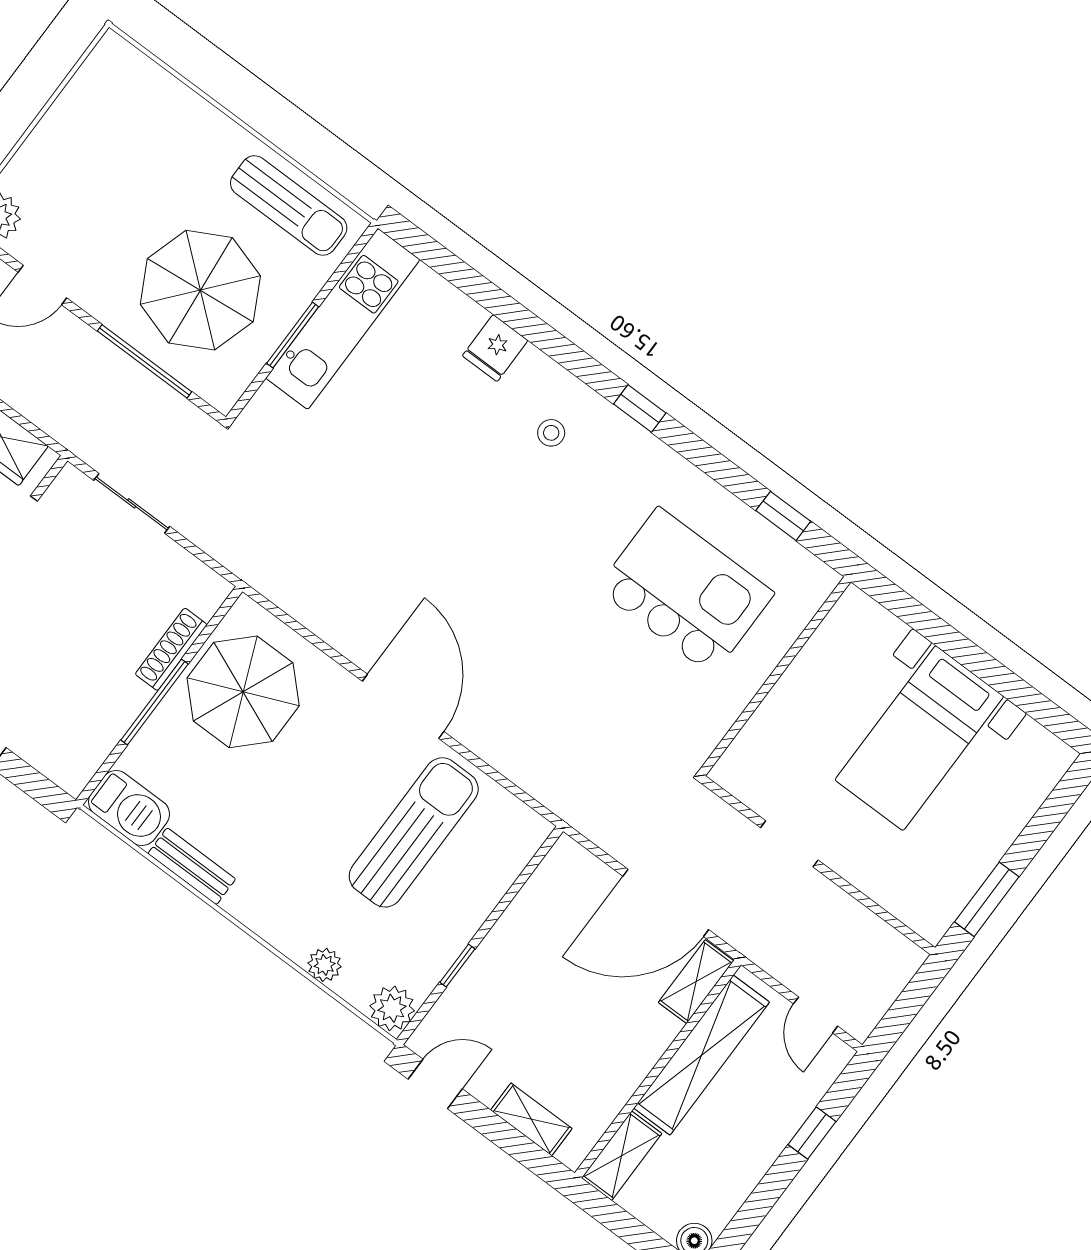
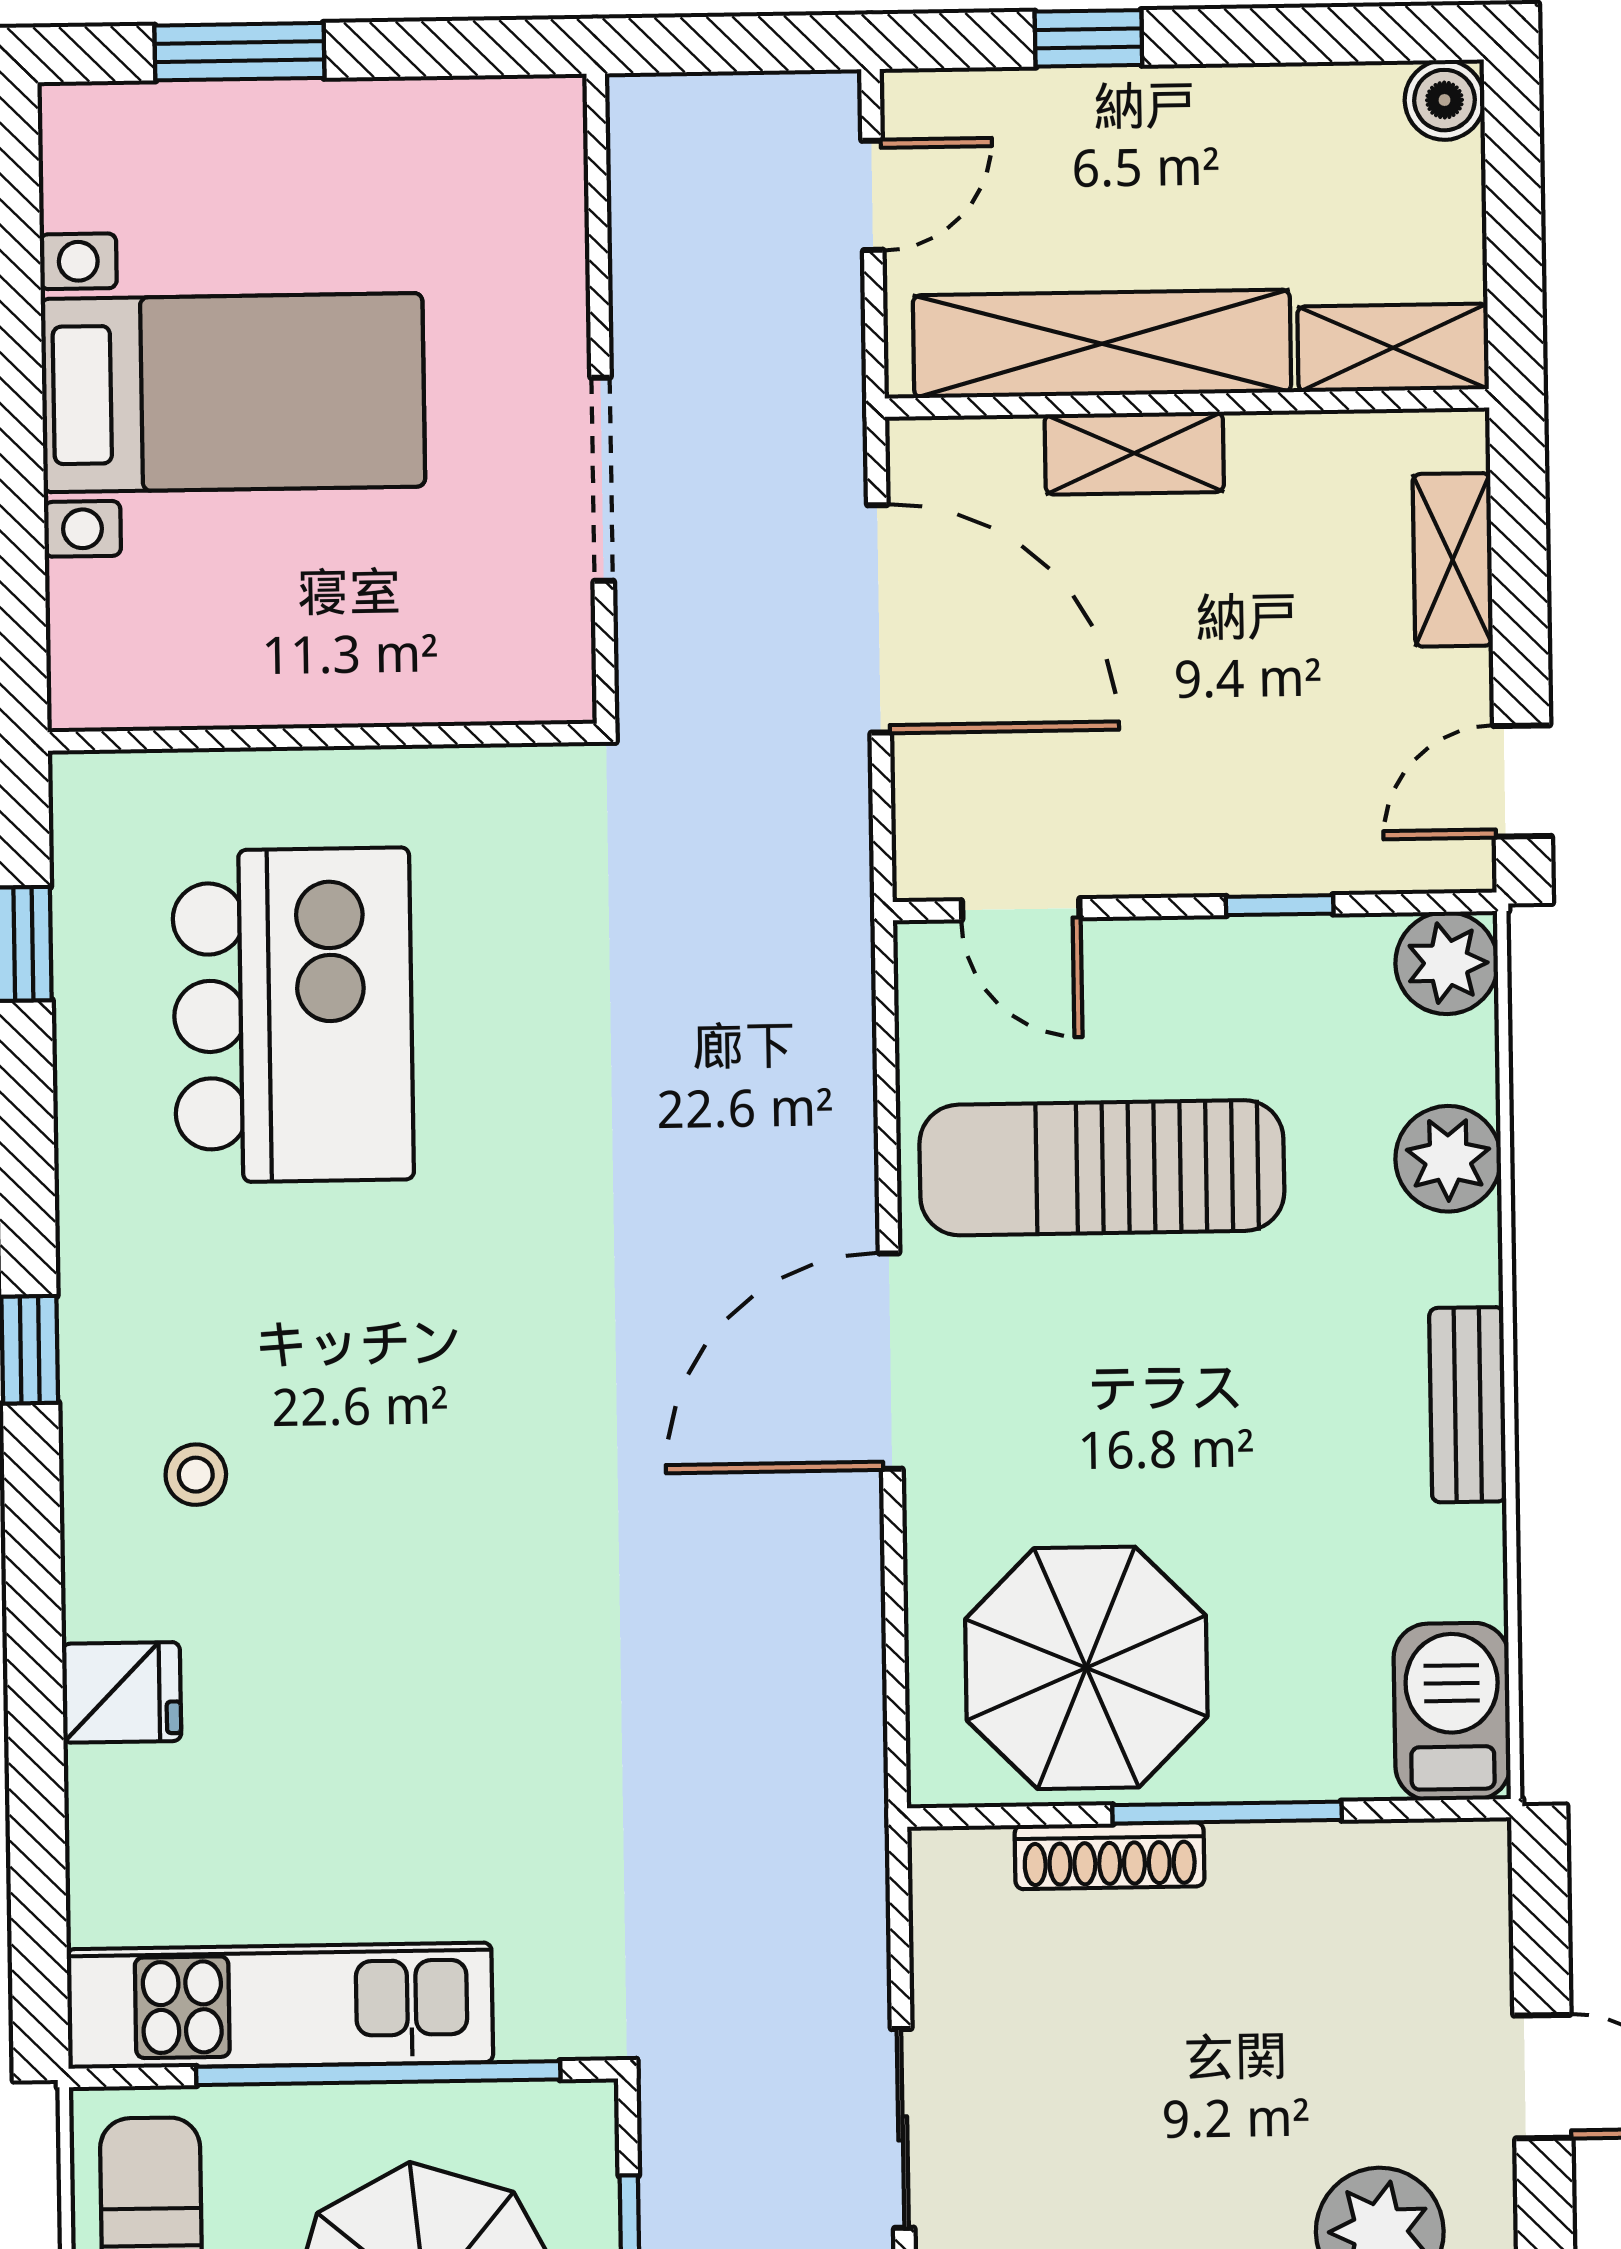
window: (293, 335) -> (378, 2073), width x2.11
kitchen island: (686, 591) -> (293, 1015), turned 180
doorway: (789, 844) -> (602, 479), width x1.38
bench: (192, 866) -> (1468, 1405), moved
door: (526, 874) -> (1021, 909), added
window: (987, 899) -> (239, 52), moved
plant: (325, 965) -> (1448, 1159), width x1.38, depth x1.38
shelving: (696, 982) -> (1134, 453), moved
door: (435, 1084) -> (1523, 781), hinge flipped

